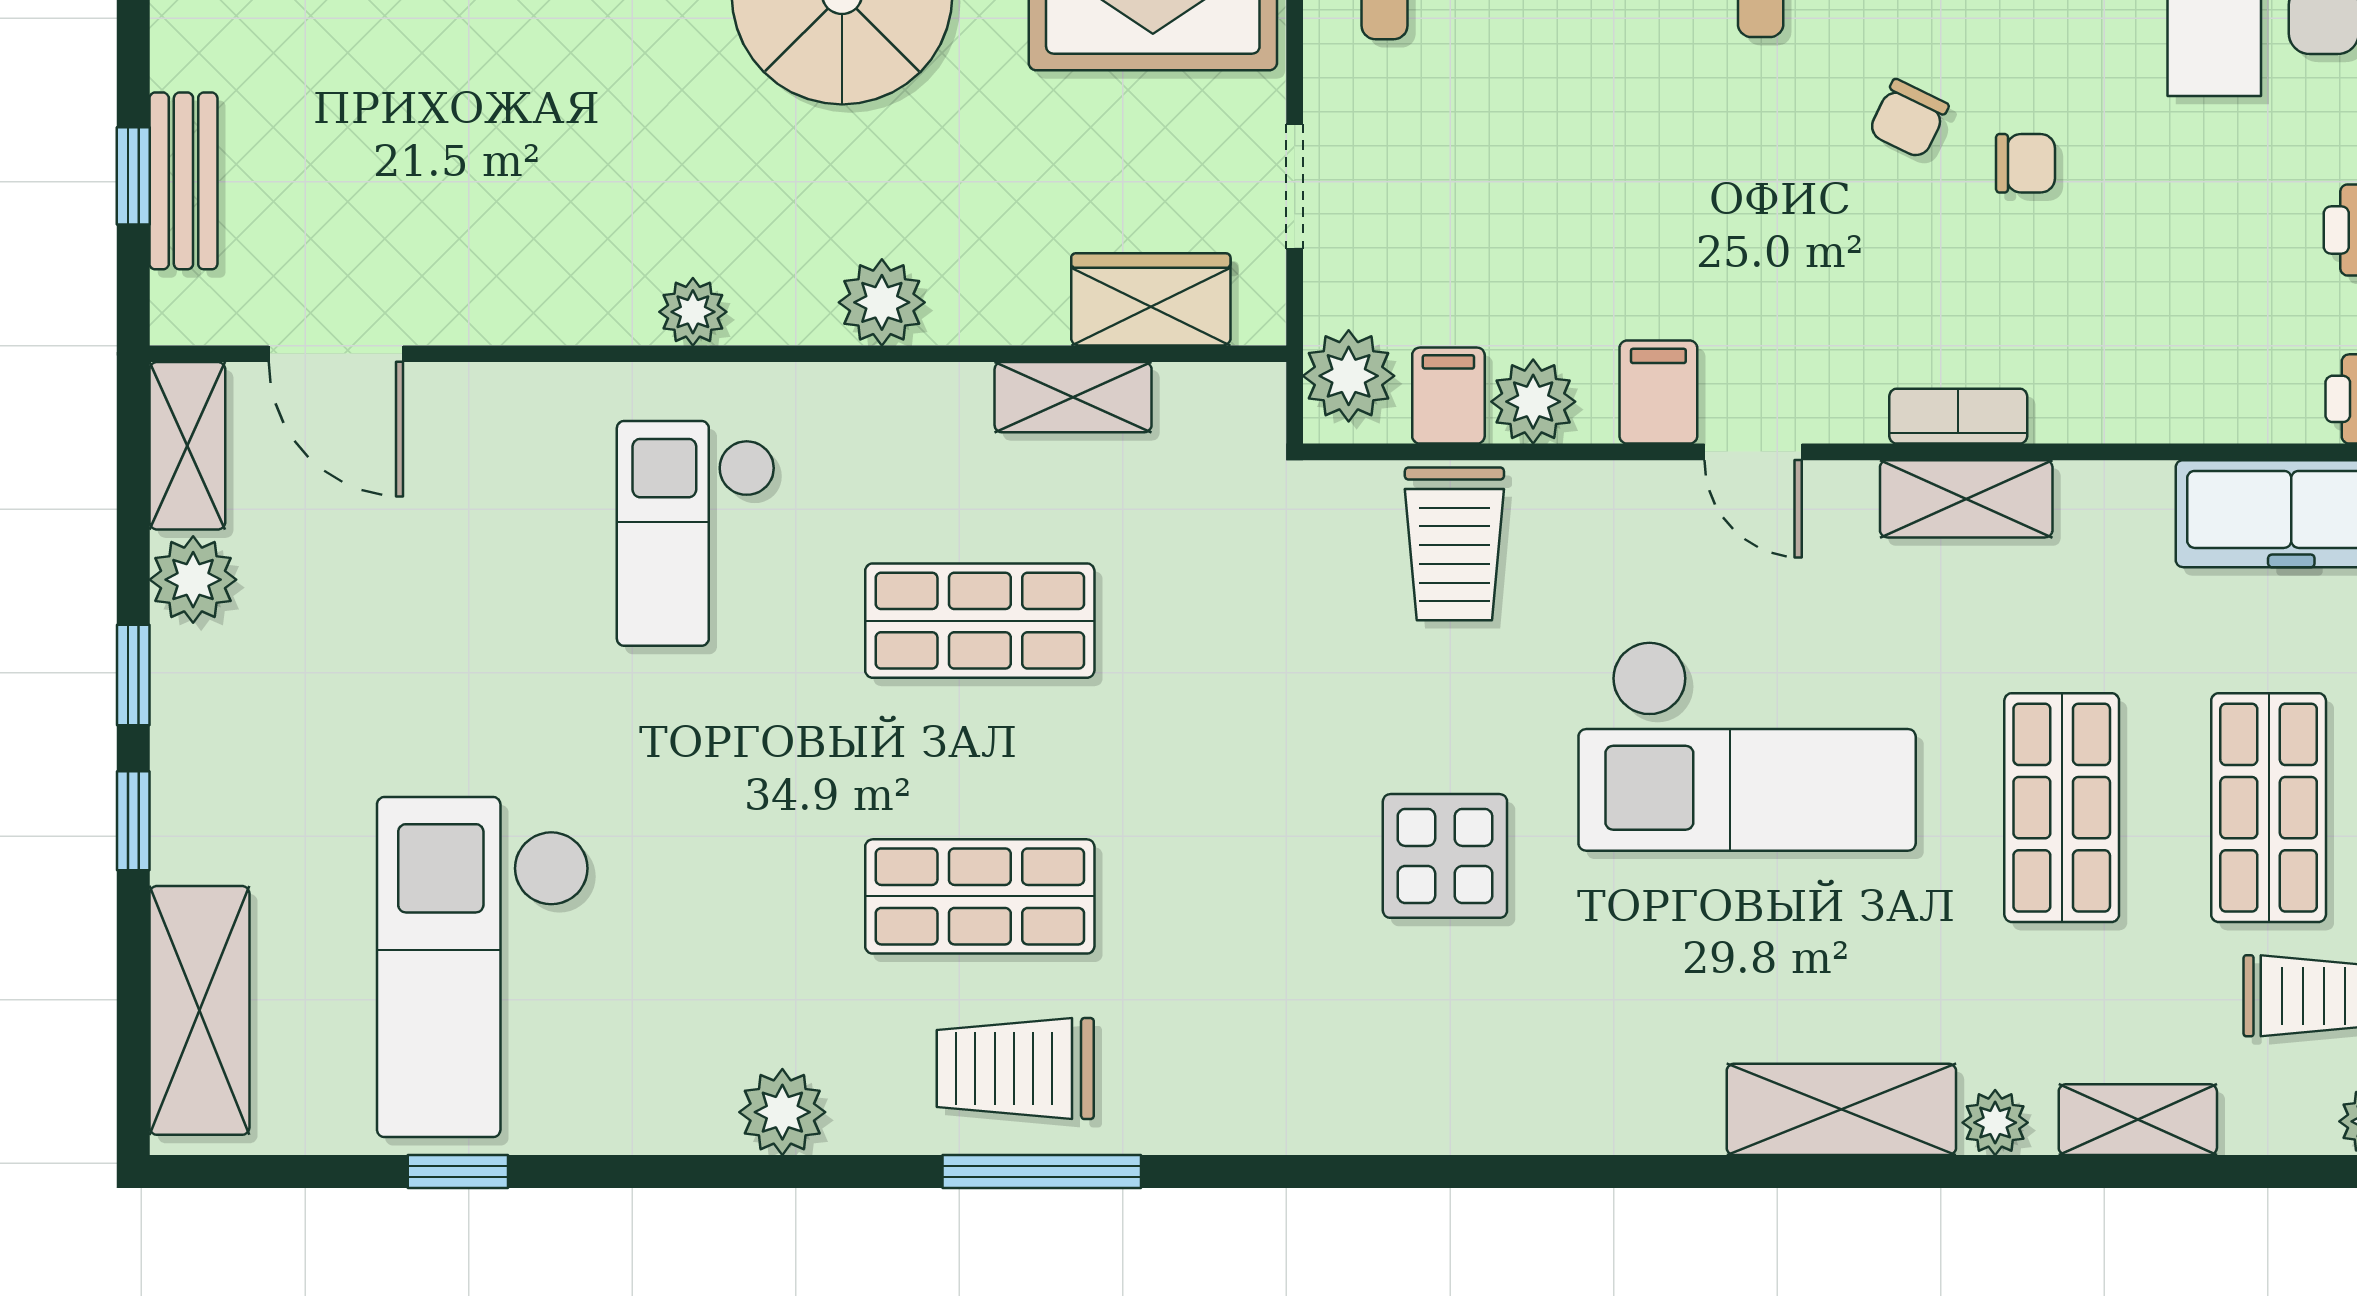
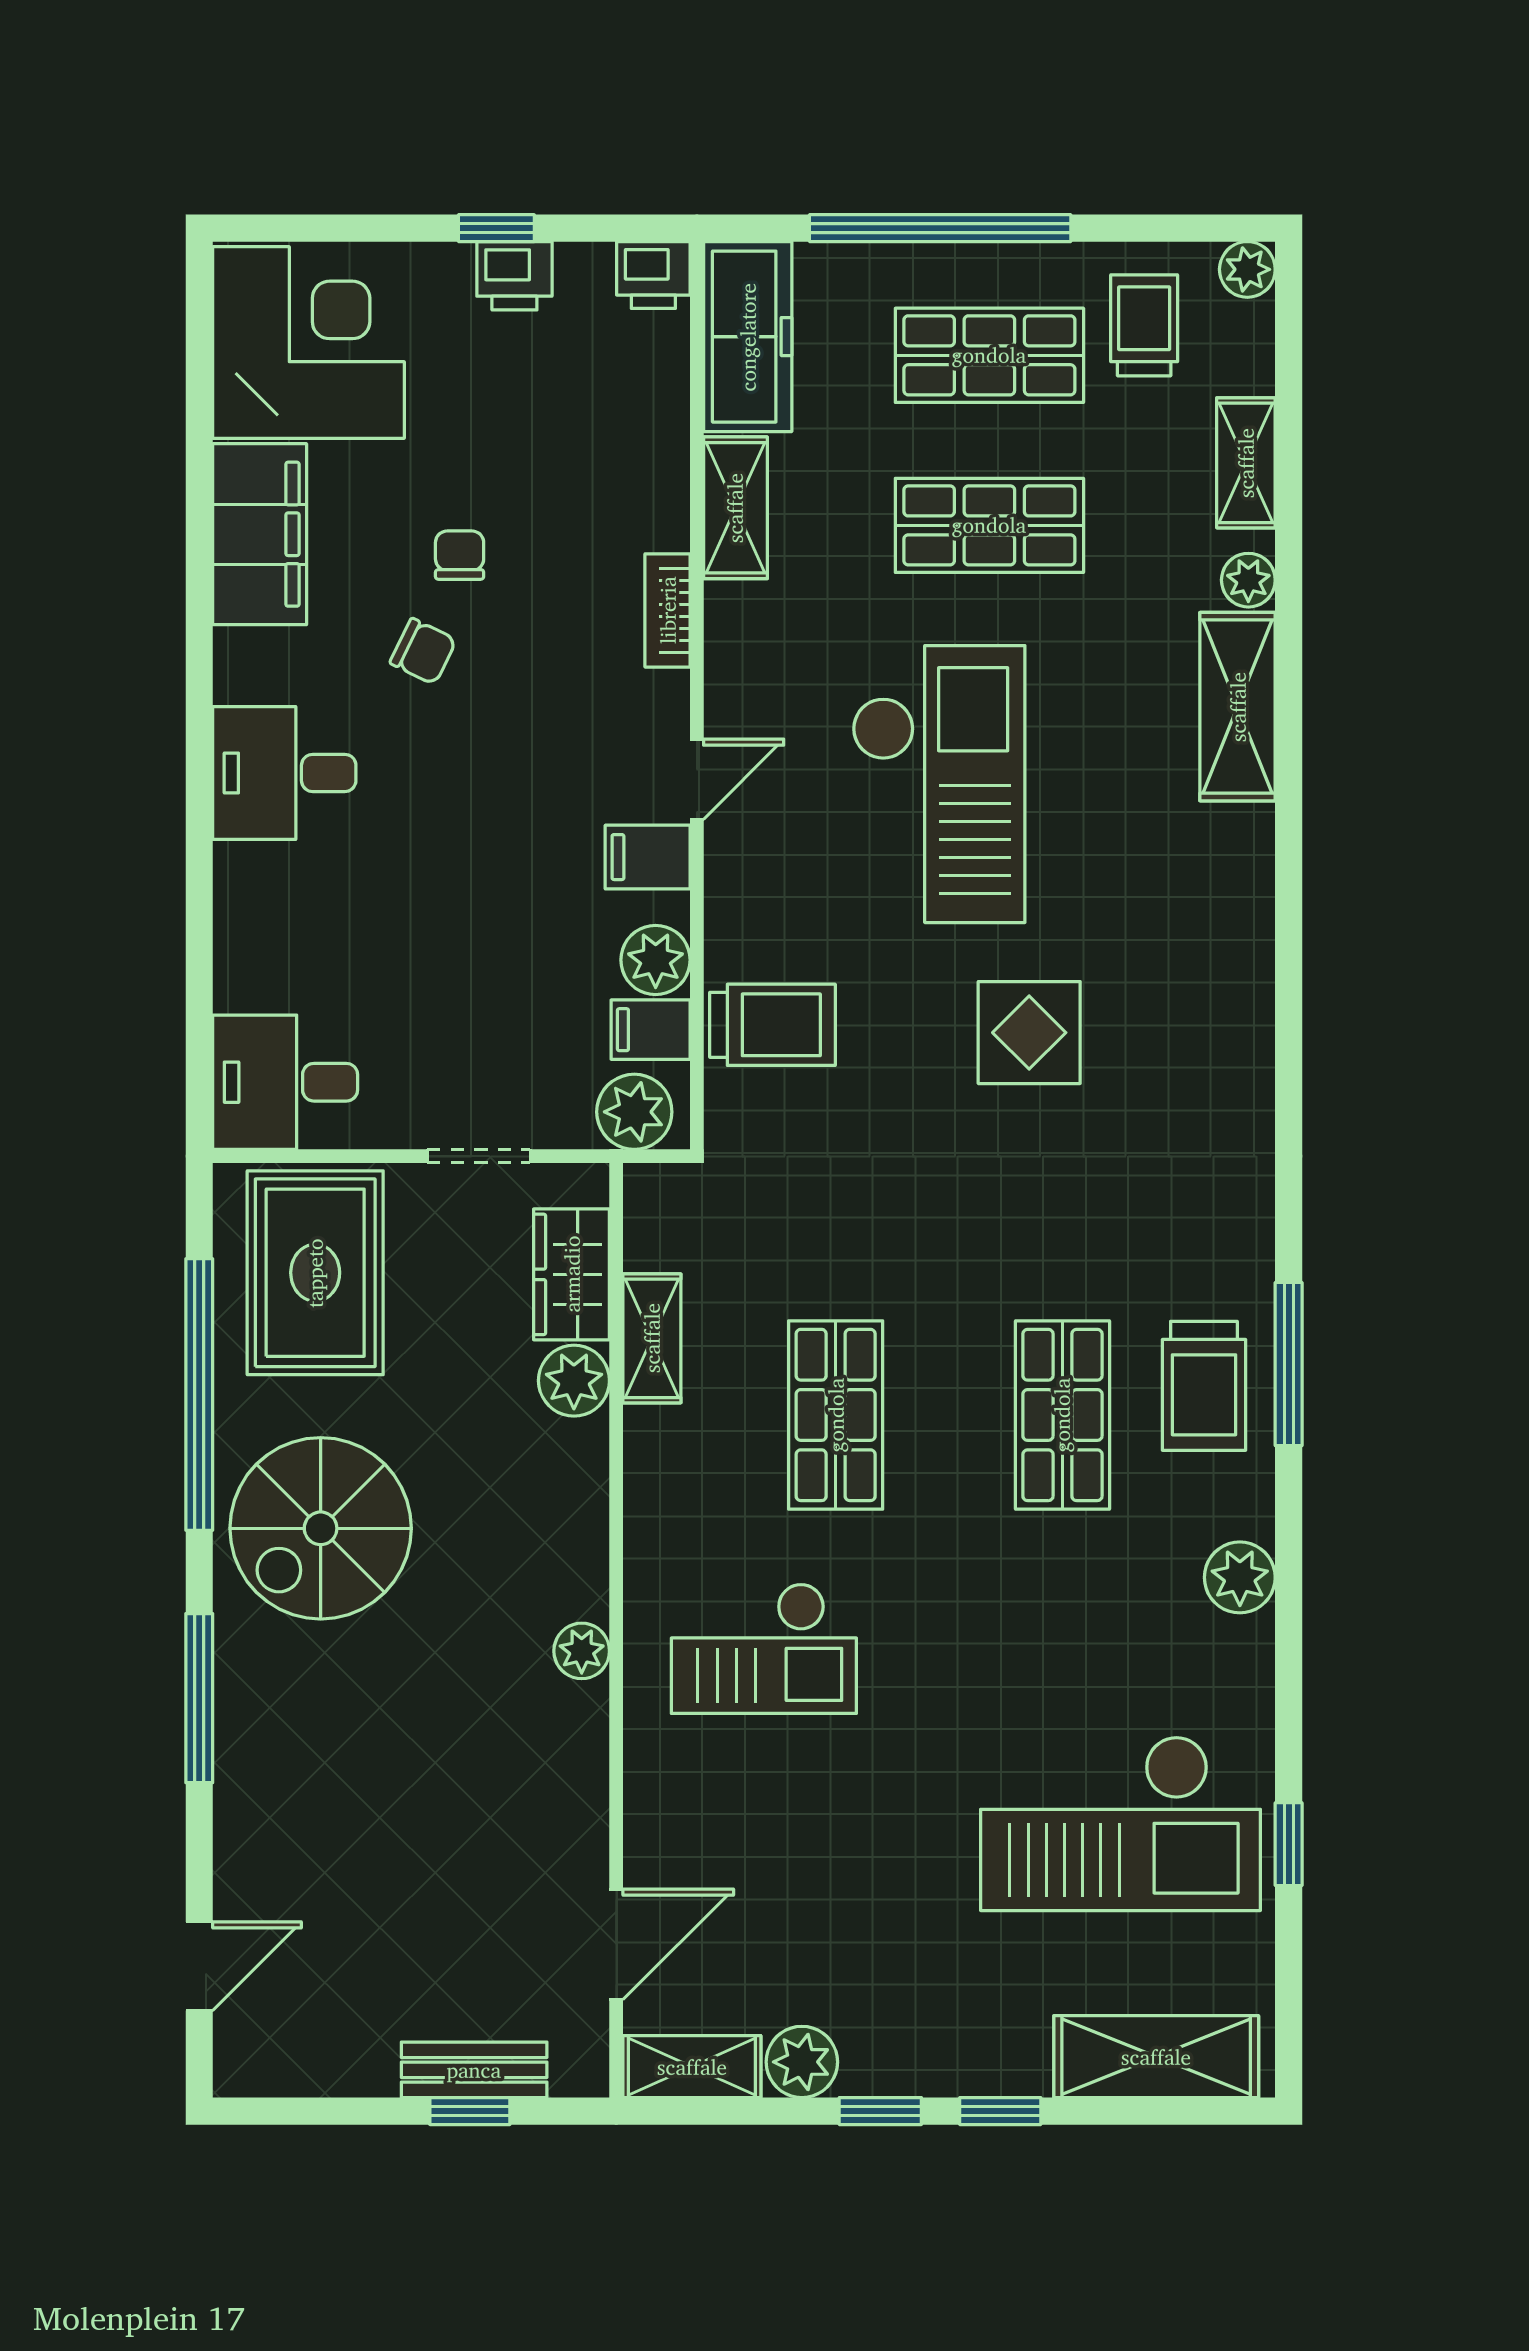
plant: (882, 302) -> (574, 1381), moved
shelving: (1966, 499) -> (735, 508), moved

